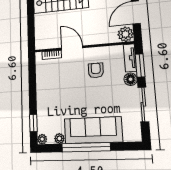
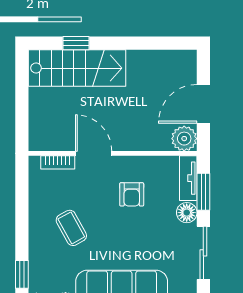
armchair: (96, 70) -> (132, 194), turned 180
coffee table: (61, 93) -> (71, 228), added

